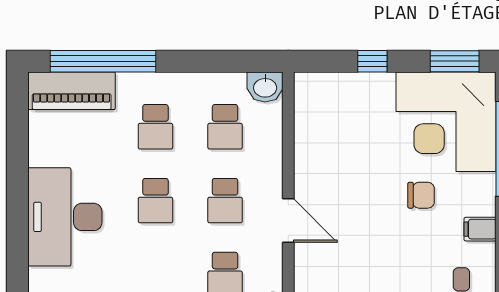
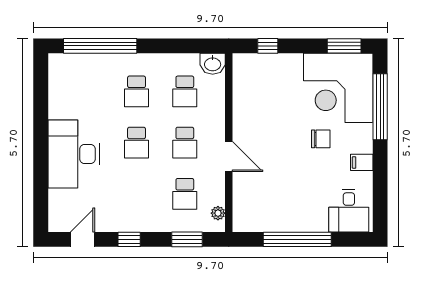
window: (372, 61) -> (268, 46), moved
piano: (72, 91) -> (78, 66), removed

